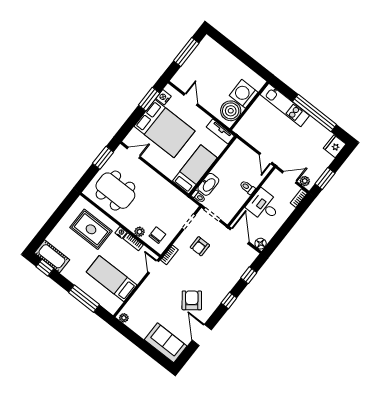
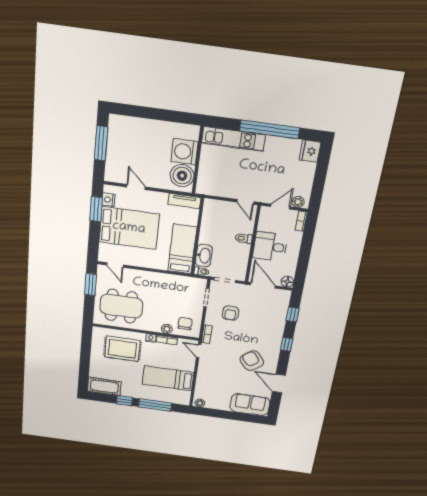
door: (134, 153) -> (115, 265), swing flipped
window: (325, 178) -> (318, 188), removed
window: (45, 268) -> (124, 401), moved

